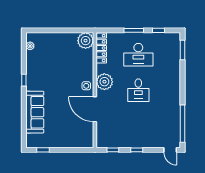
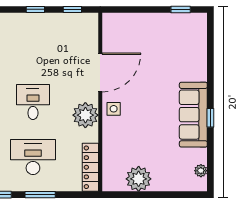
plant: (86, 41) -> (139, 179), moved
door: (95, 109) -> (100, 72), hinge flipped
sofa: (35, 112) -> (193, 115), moved

